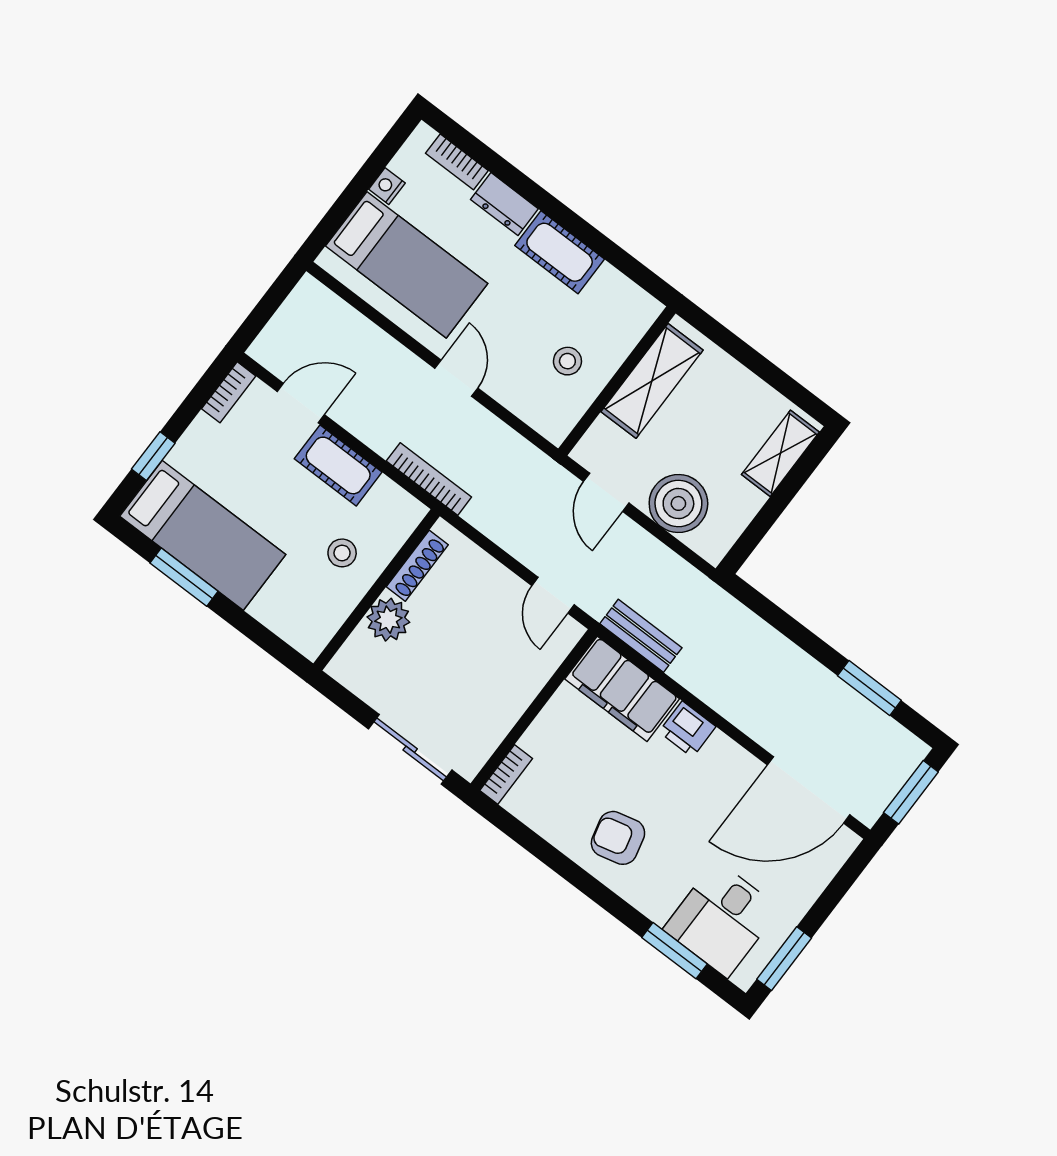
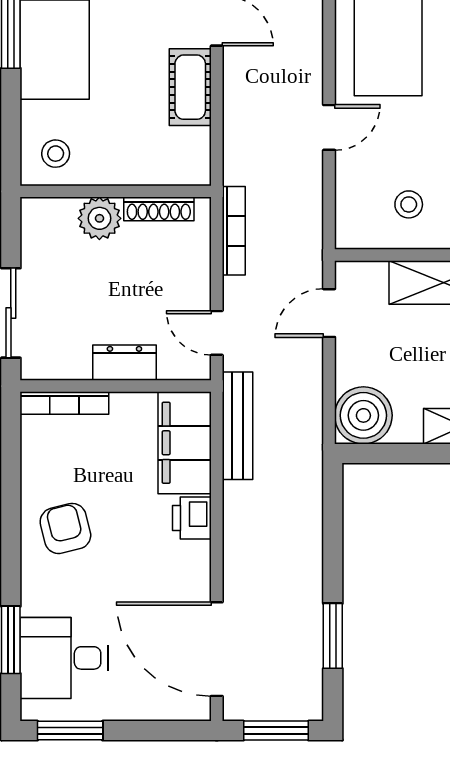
bookcase: (429, 479) -> (234, 231), moved
boiler: (678, 503) -> (363, 415), moved
stool: (342, 553) -> (56, 154), moved
door: (553, 595) -> (217, 333), hinge flipped
bench: (641, 636) -> (237, 426), width x1.36
dresser: (520, 688) -> (124, 363), added
bookcase: (506, 774) -> (64, 403), width x1.56

